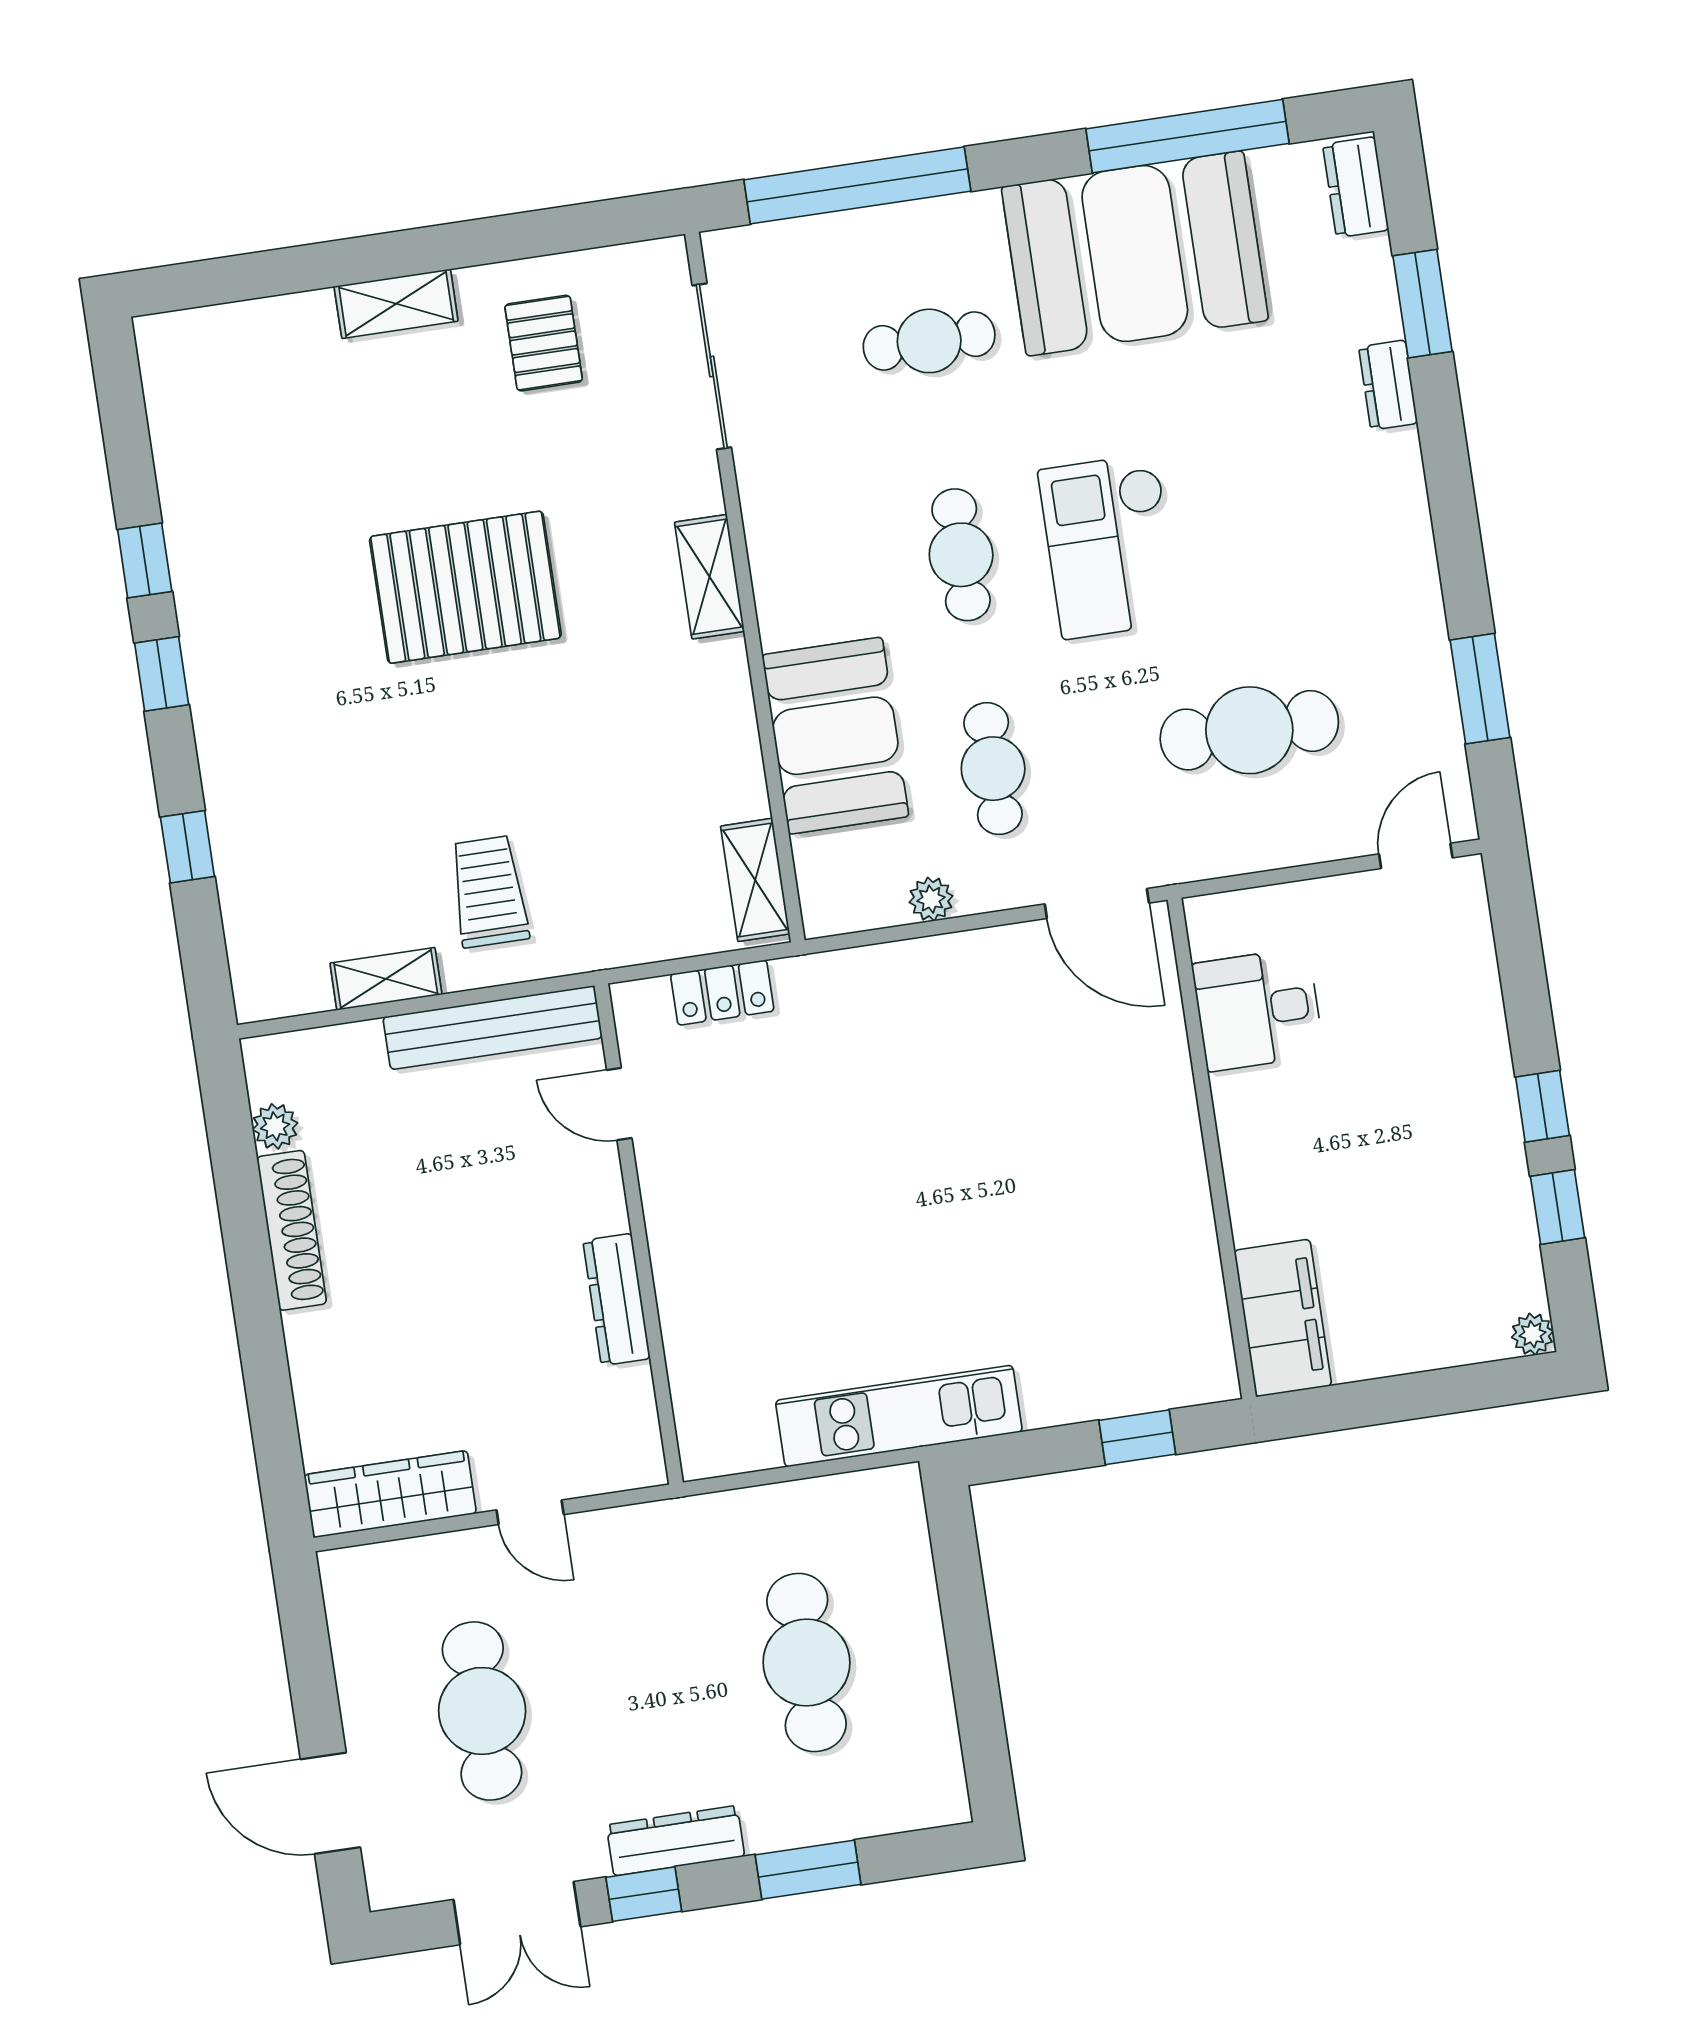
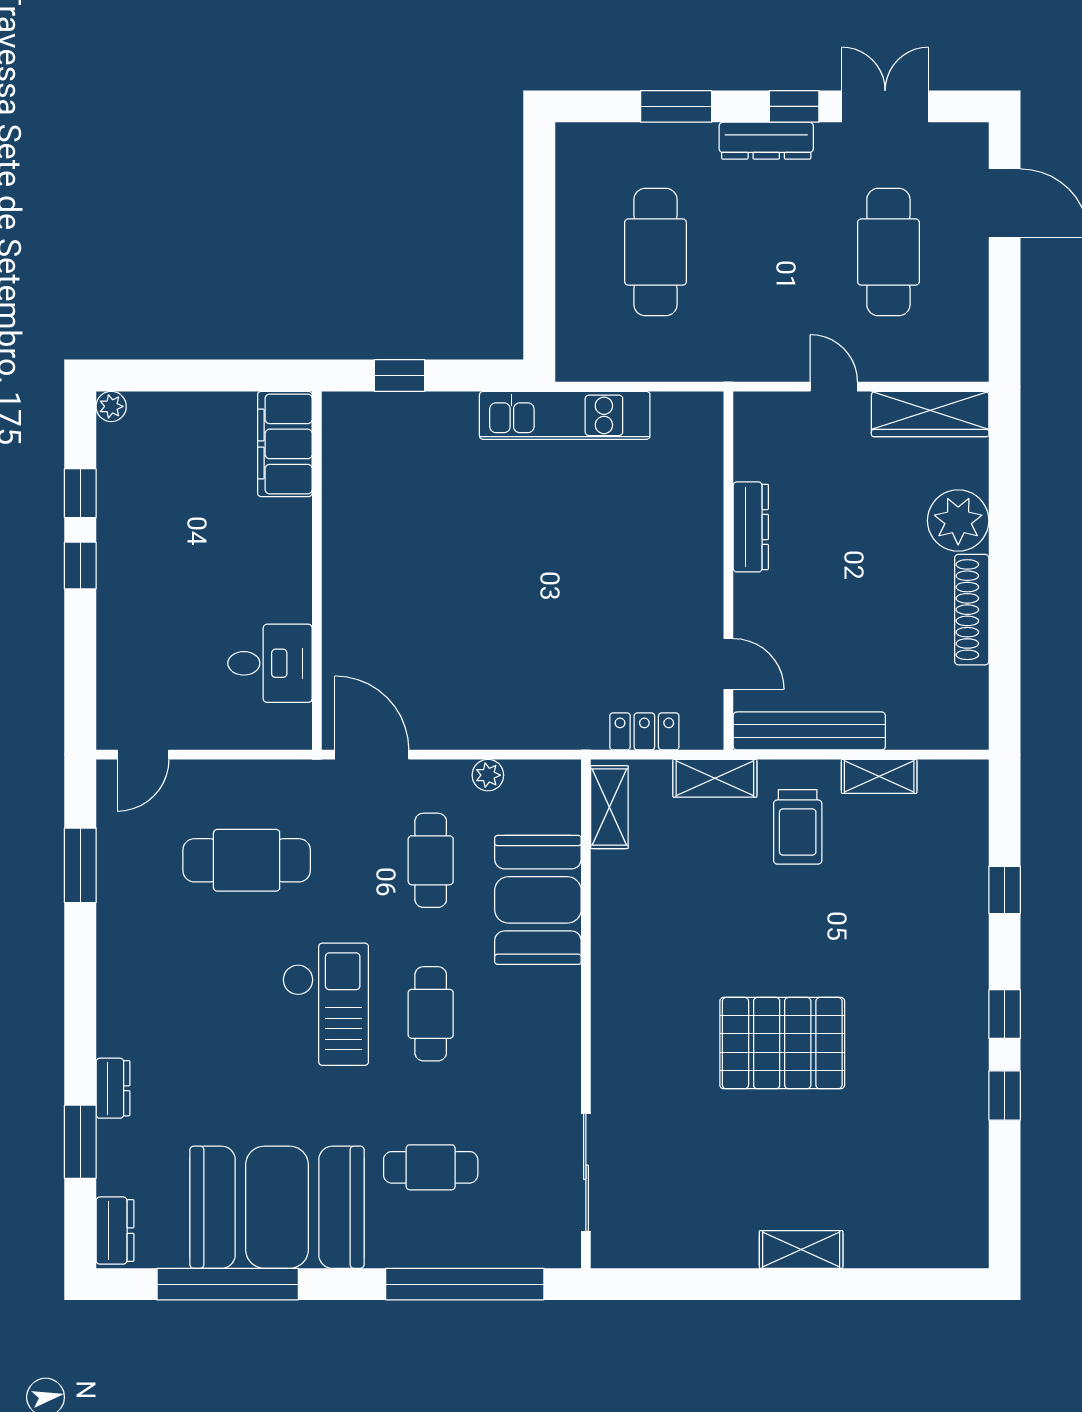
pallet: (544, 343) -> (702, 1206), removed
shelving: (710, 577) -> (715, 778), moved, turned 90
plant: (275, 1126) -> (958, 521), moved, width x1.88, depth x1.88

